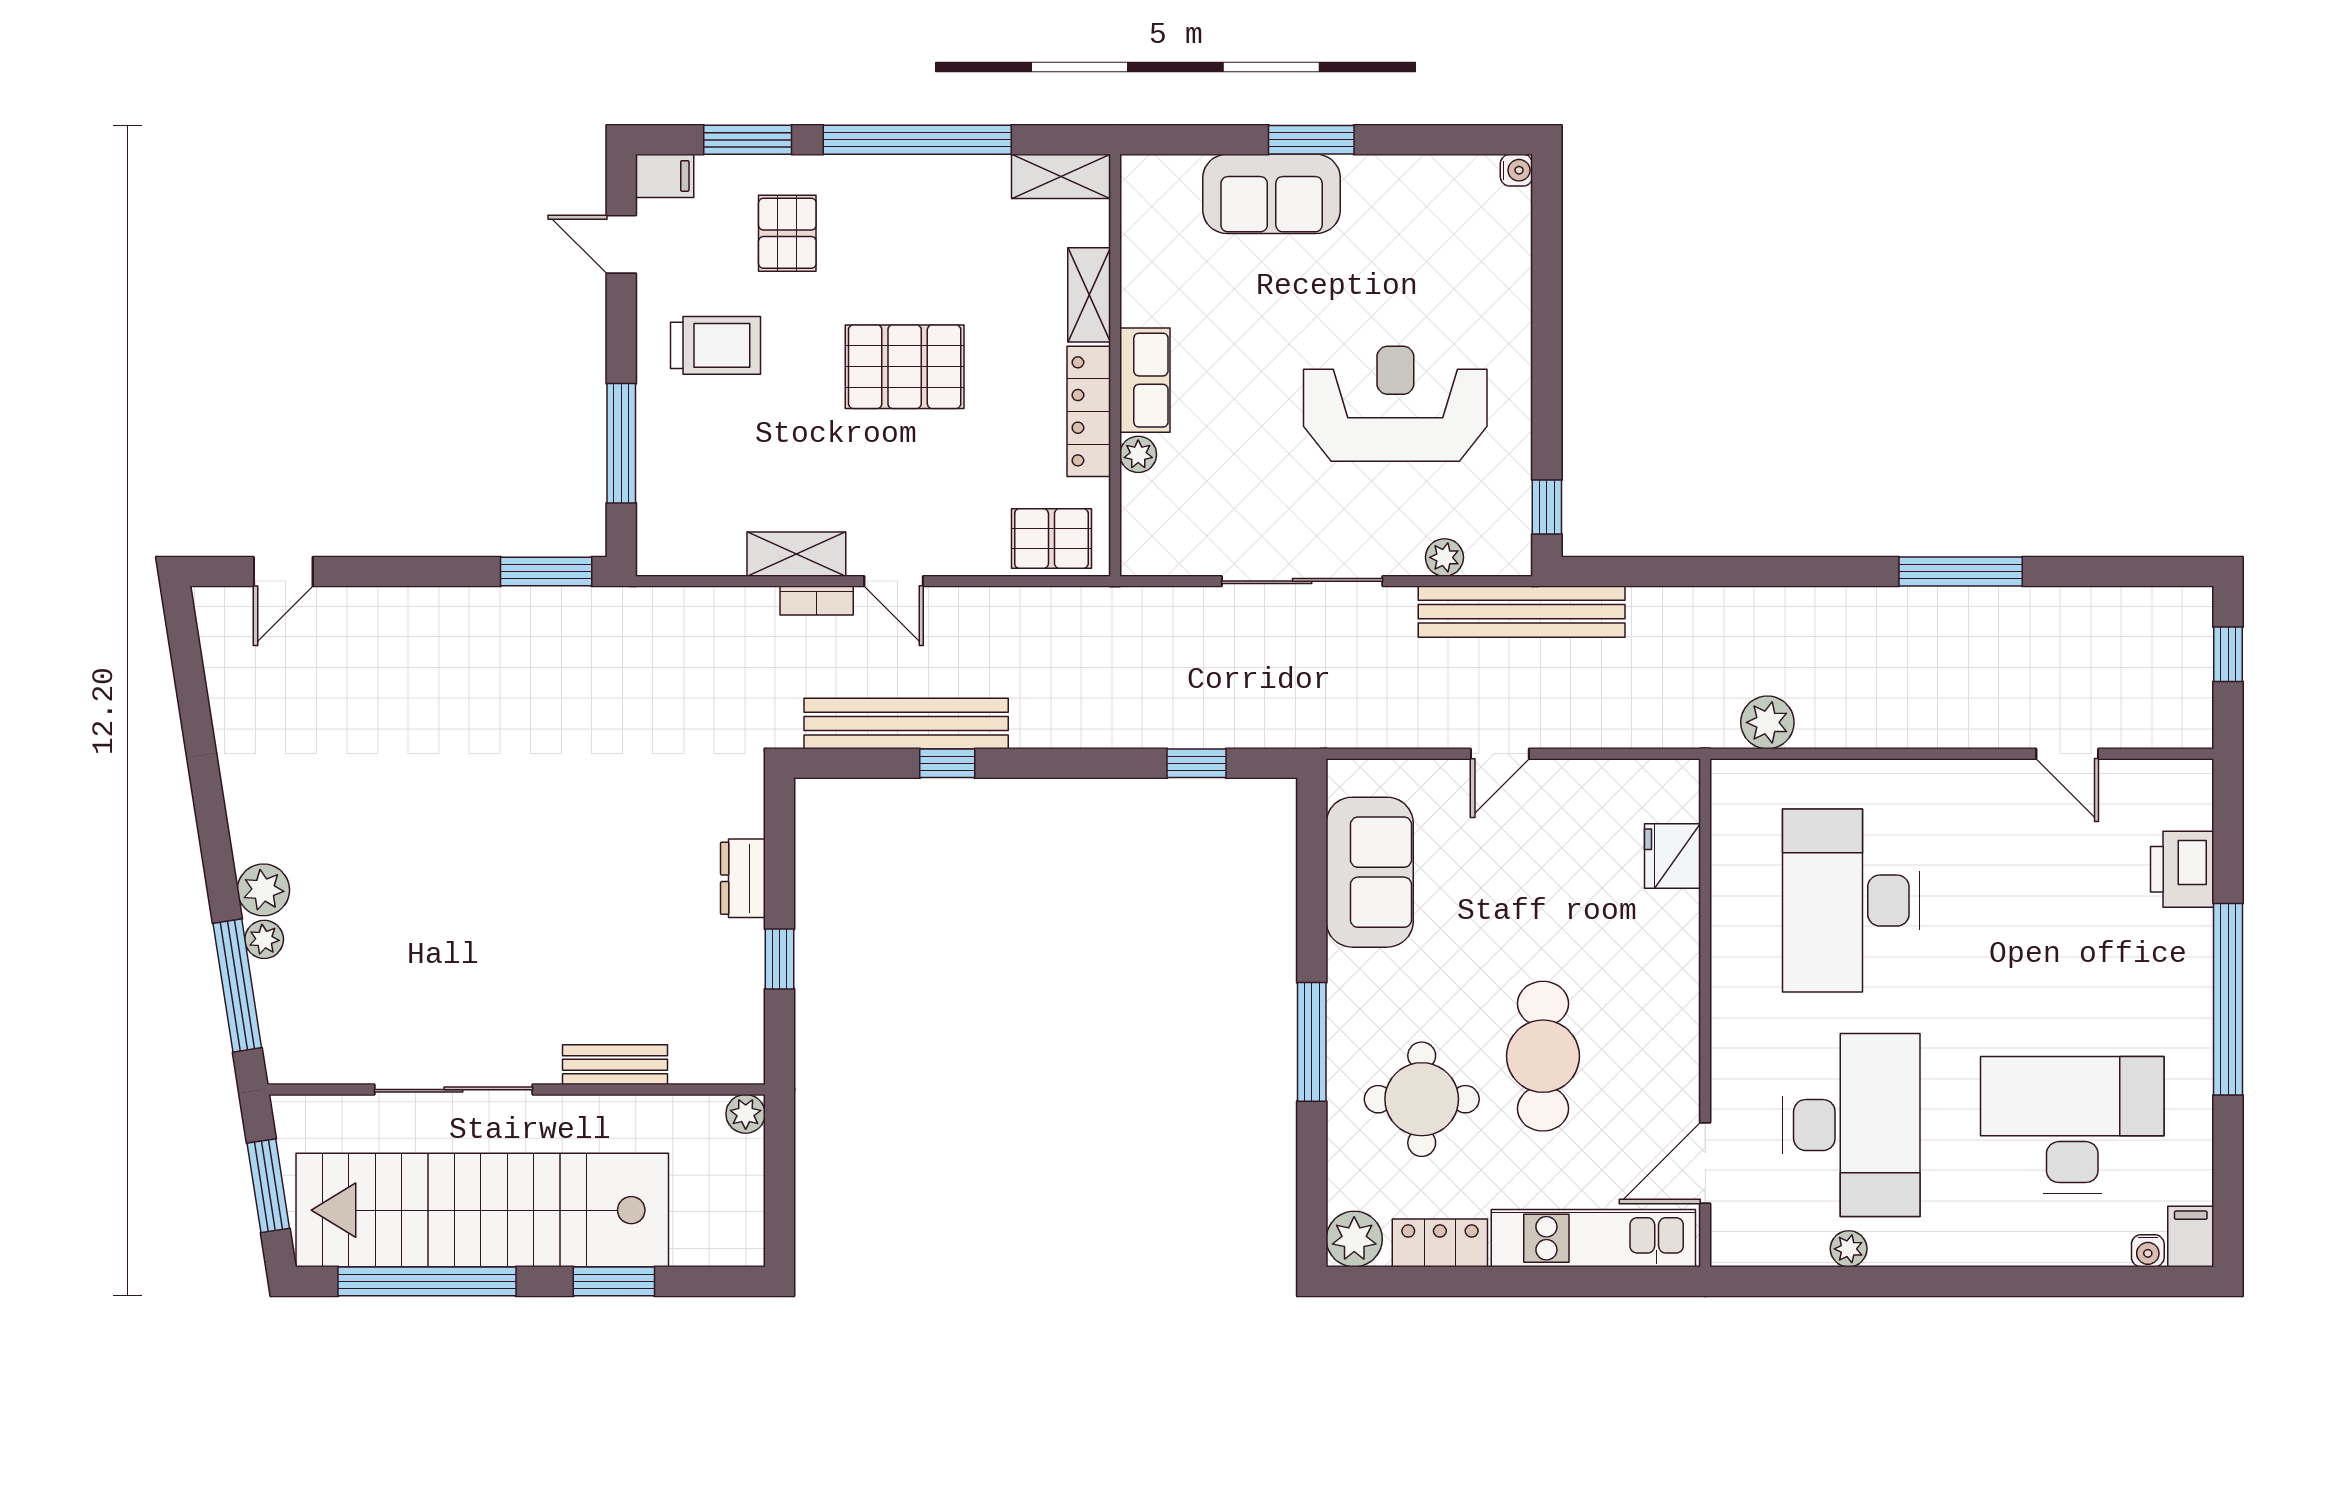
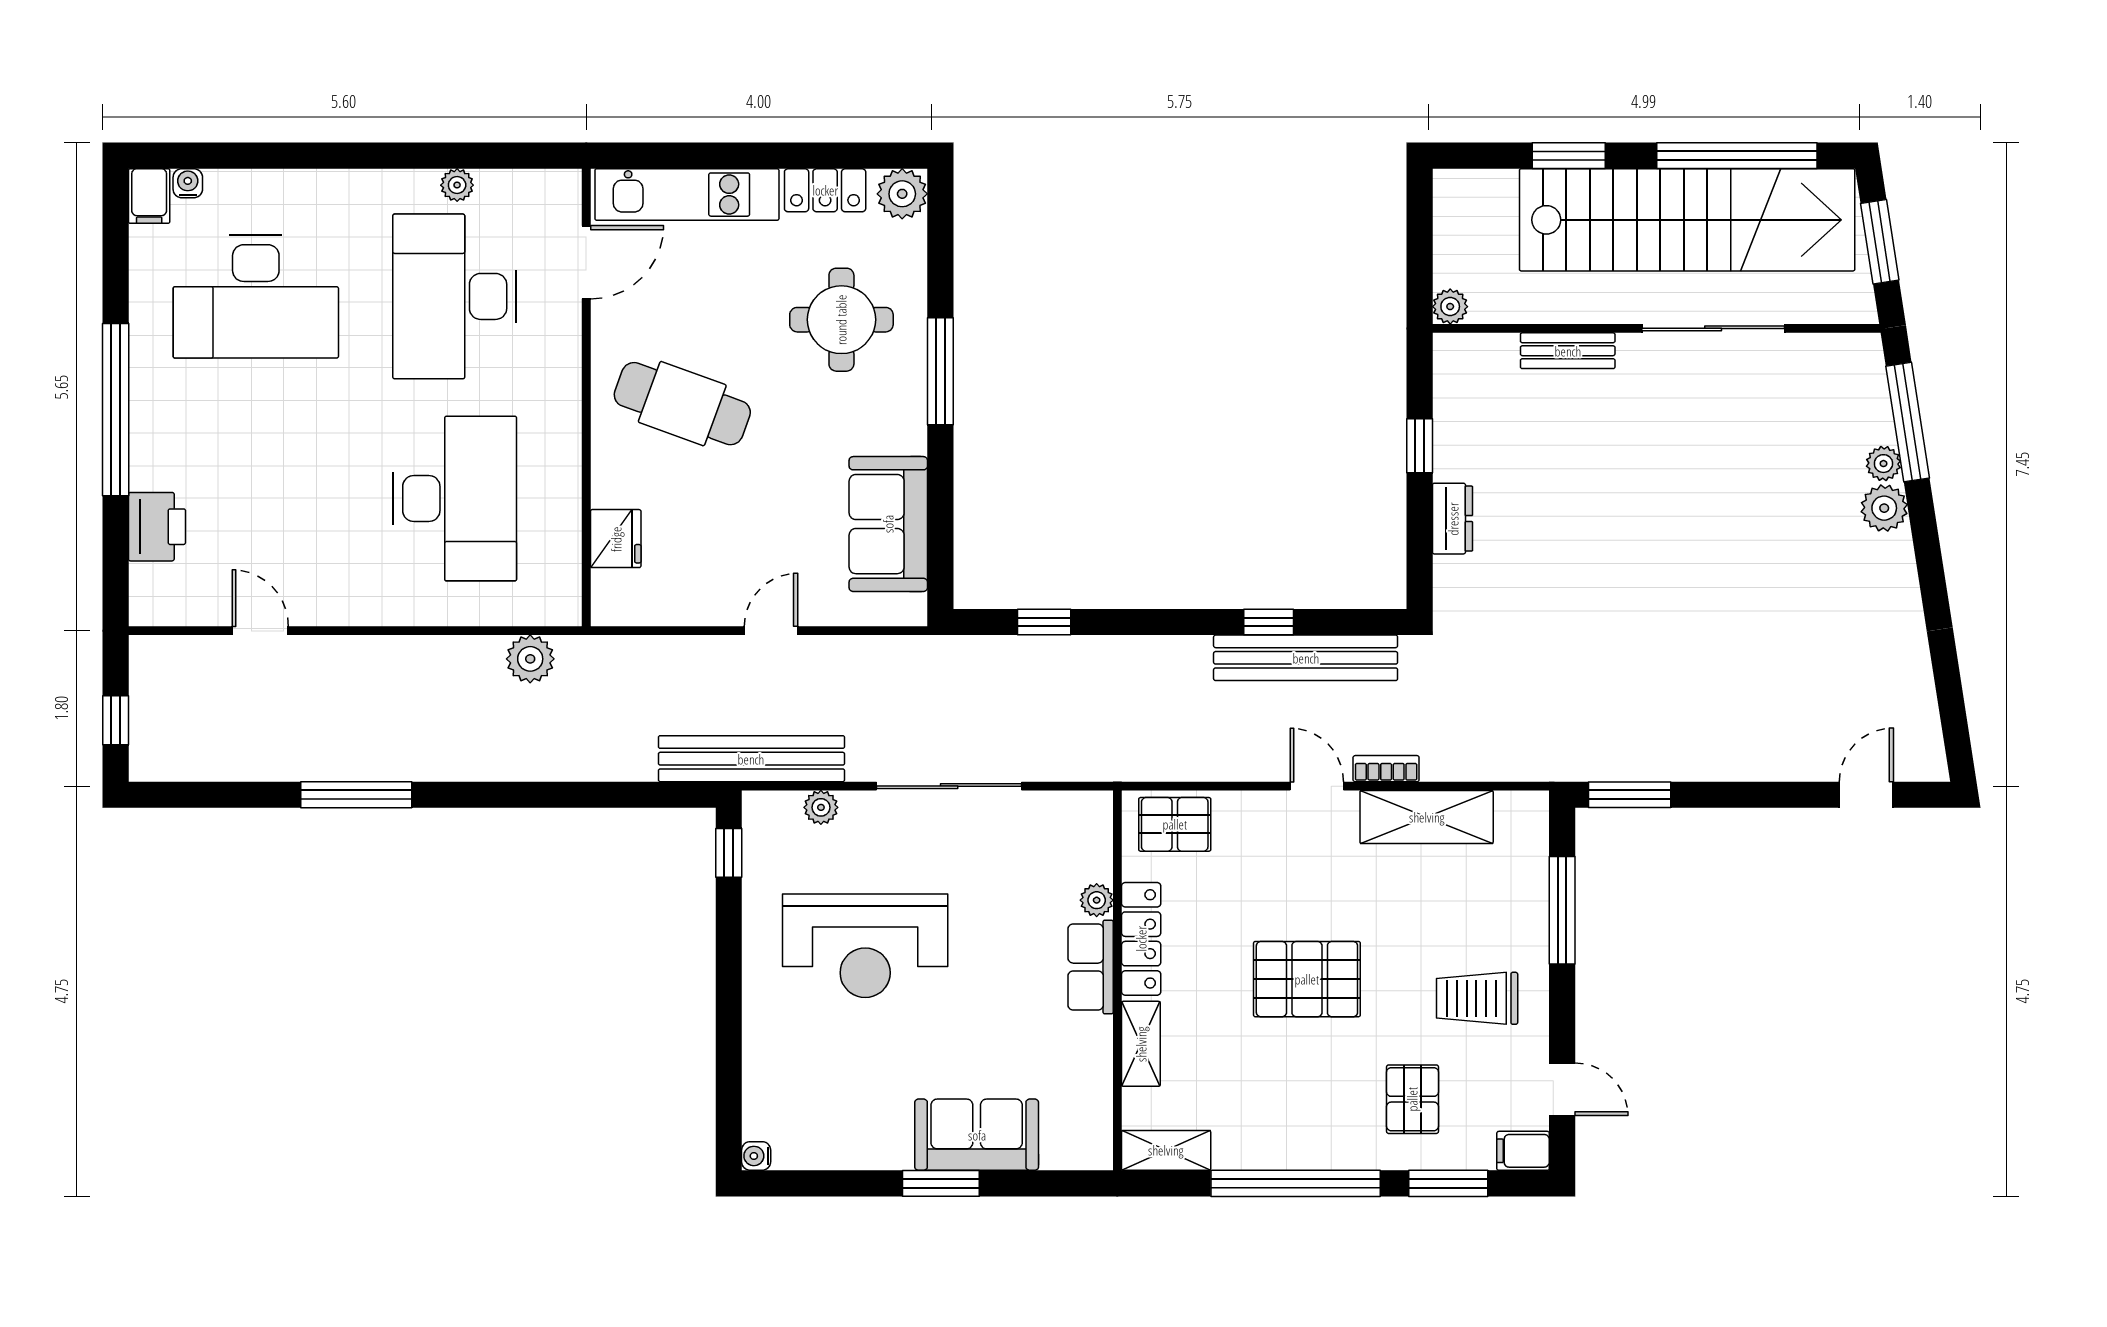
shelving: (796, 554) -> (1427, 817), width x1.50, depth x1.33
cafe table: (1543, 1056) -> (682, 404), moved, turned -70

